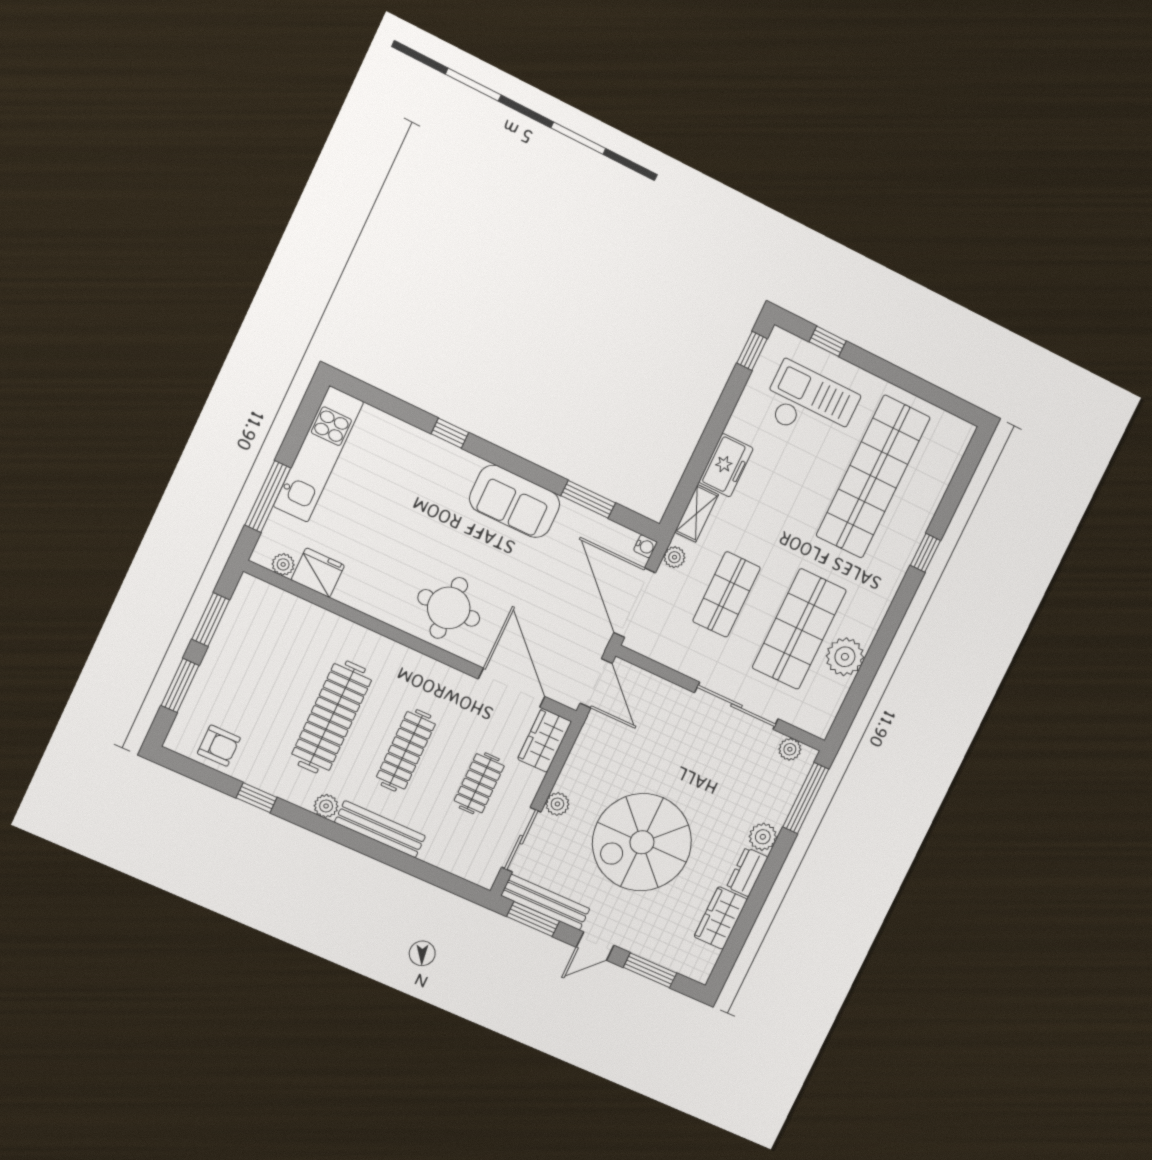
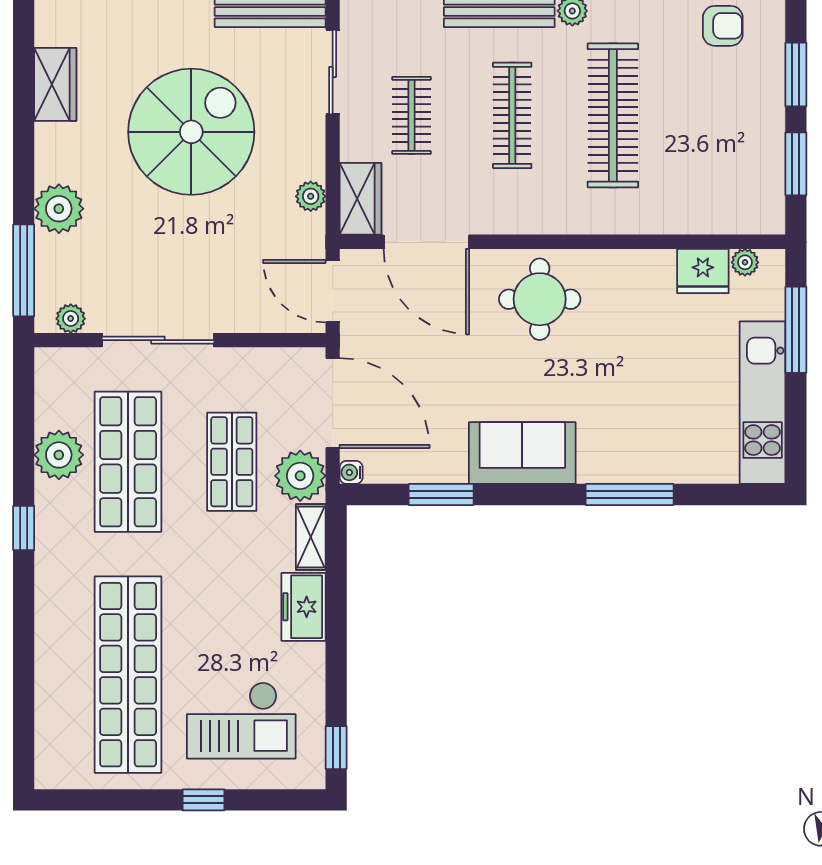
window: (828, 341) -> (204, 800), moved
window: (450, 433) -> (630, 494), width x2.17
window: (925, 553) -> (24, 528), moved
plant: (674, 557) -> (300, 476), width x1.87, depth x1.87
armchair: (219, 746) -> (723, 26), turned 180
plant: (557, 804) -> (311, 196), moved
plant: (763, 837) -> (59, 209), width x1.36, depth x1.36
dresser: (747, 872) -> (50, 152), removed

